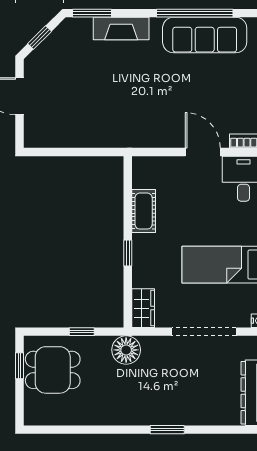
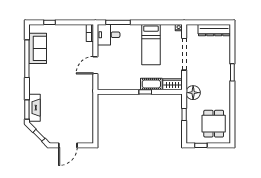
fireplace: (121, 29) -> (34, 108), moved
sofa: (205, 35) -> (38, 48), width x0.73
door: (203, 152) -> (95, 65), moved
cot: (144, 211) -> (151, 84), moved
dining table: (53, 370) -> (214, 124), moved

